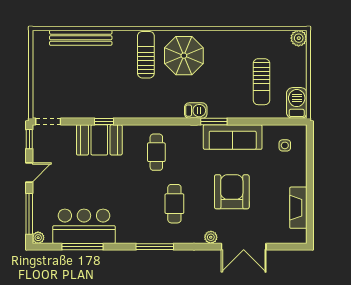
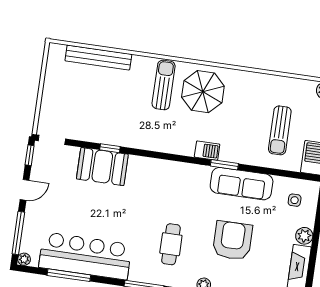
cafe table: (156, 152) -> (160, 188), removed
plant: (299, 178) -> (304, 236), added
bar counter: (84, 226) -> (85, 256), width x1.36

